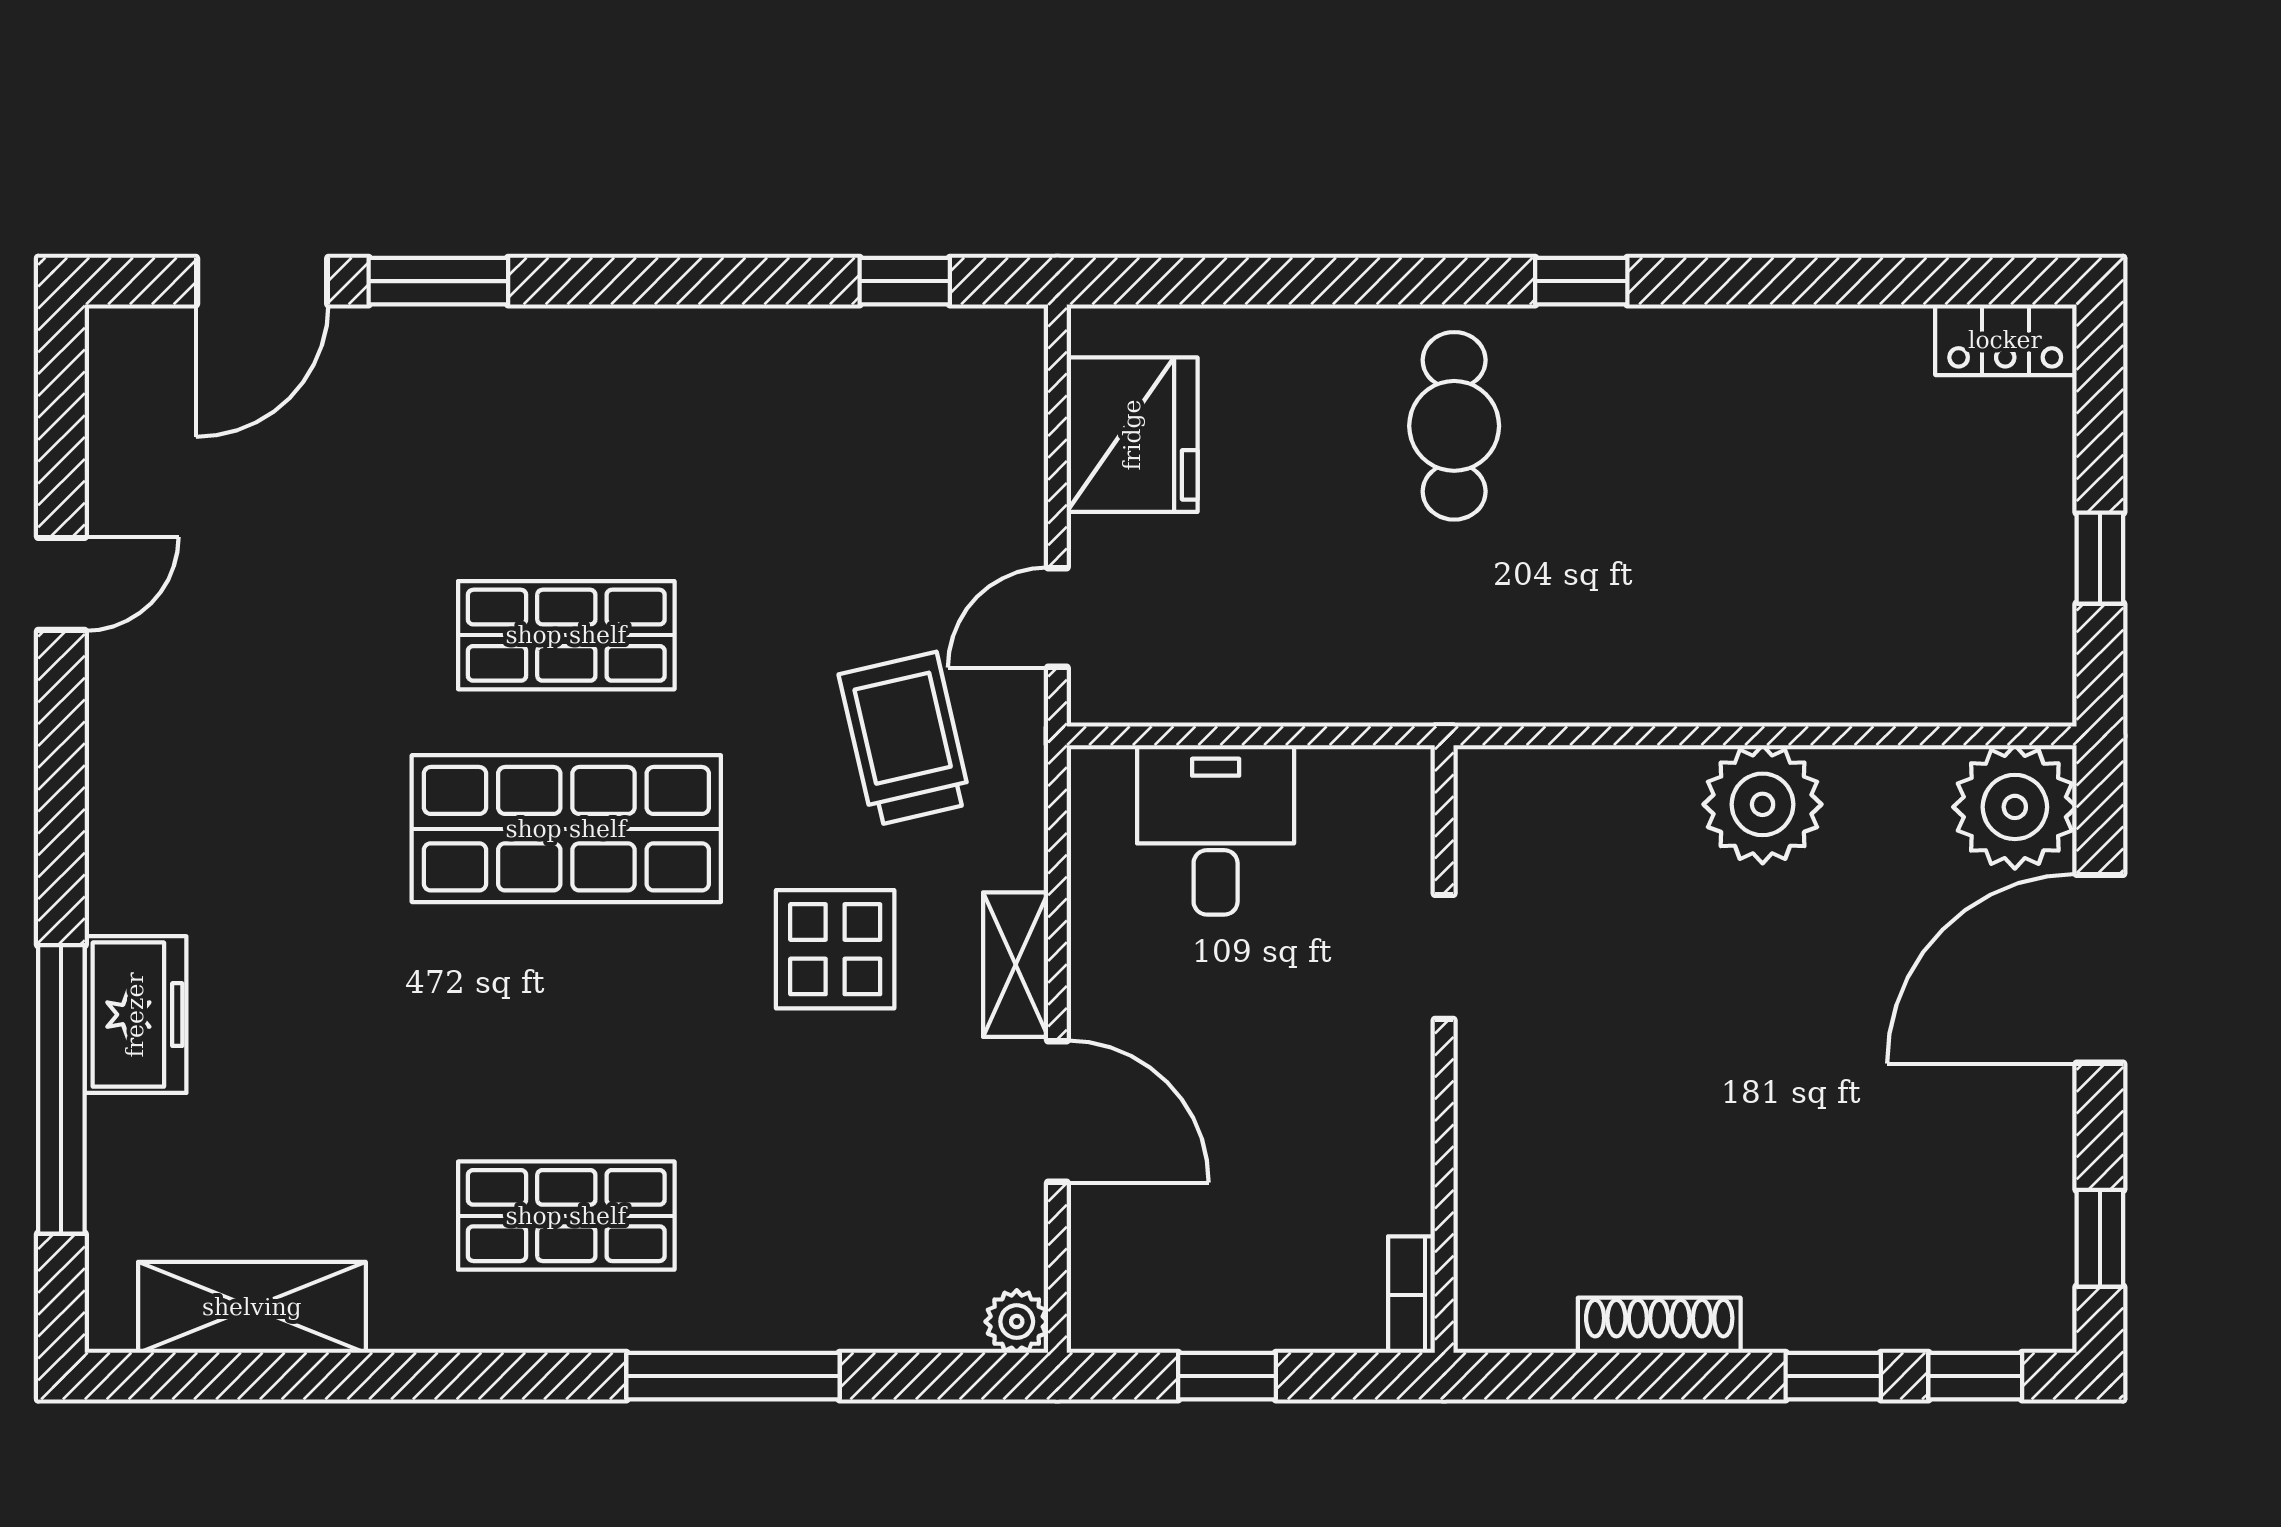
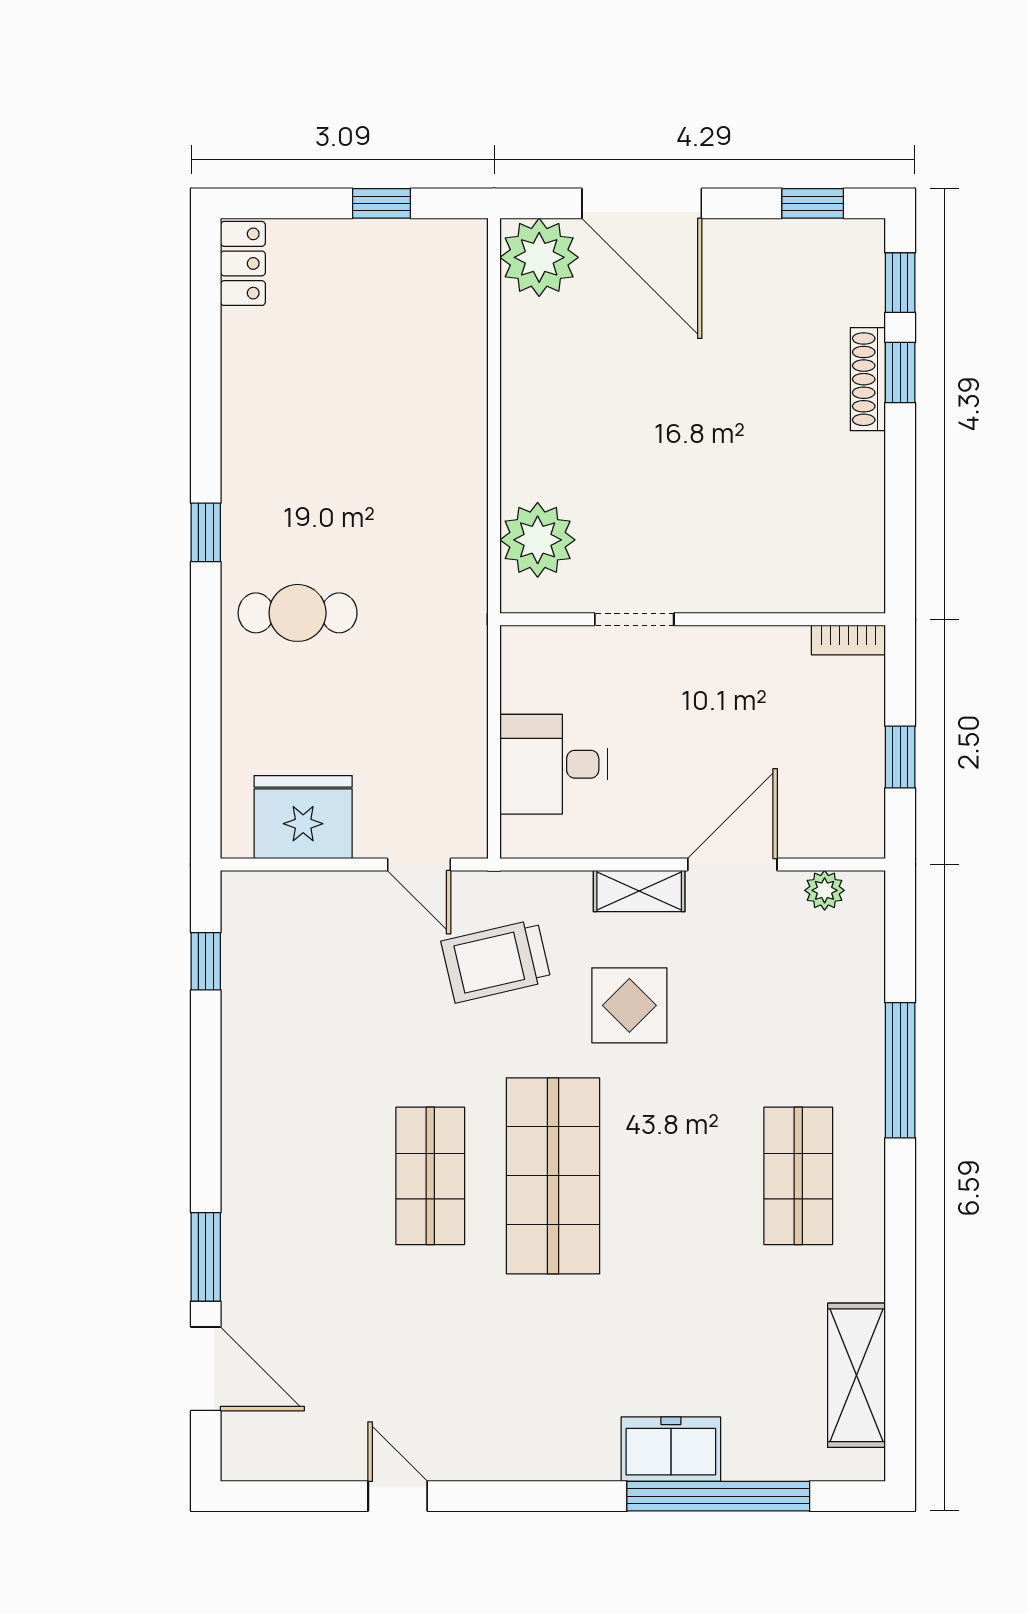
plant: (1763, 804) -> (538, 540), moved
plant: (1017, 1322) -> (825, 890), moved
shoe rack: (1659, 1325) -> (868, 379), moved

